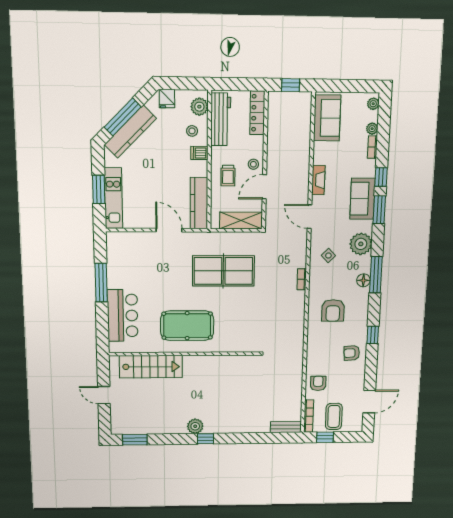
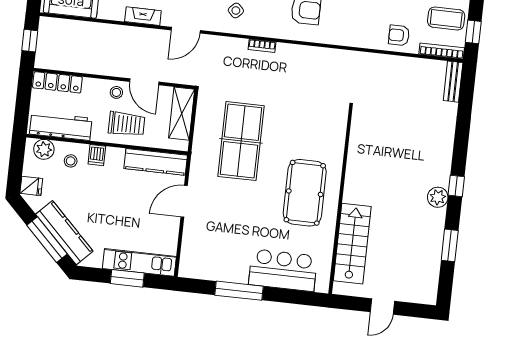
trolley: (228, 176) -> (127, 124), width x1.36, depth x1.39
window: (135, 440) -> (450, 245), moved

